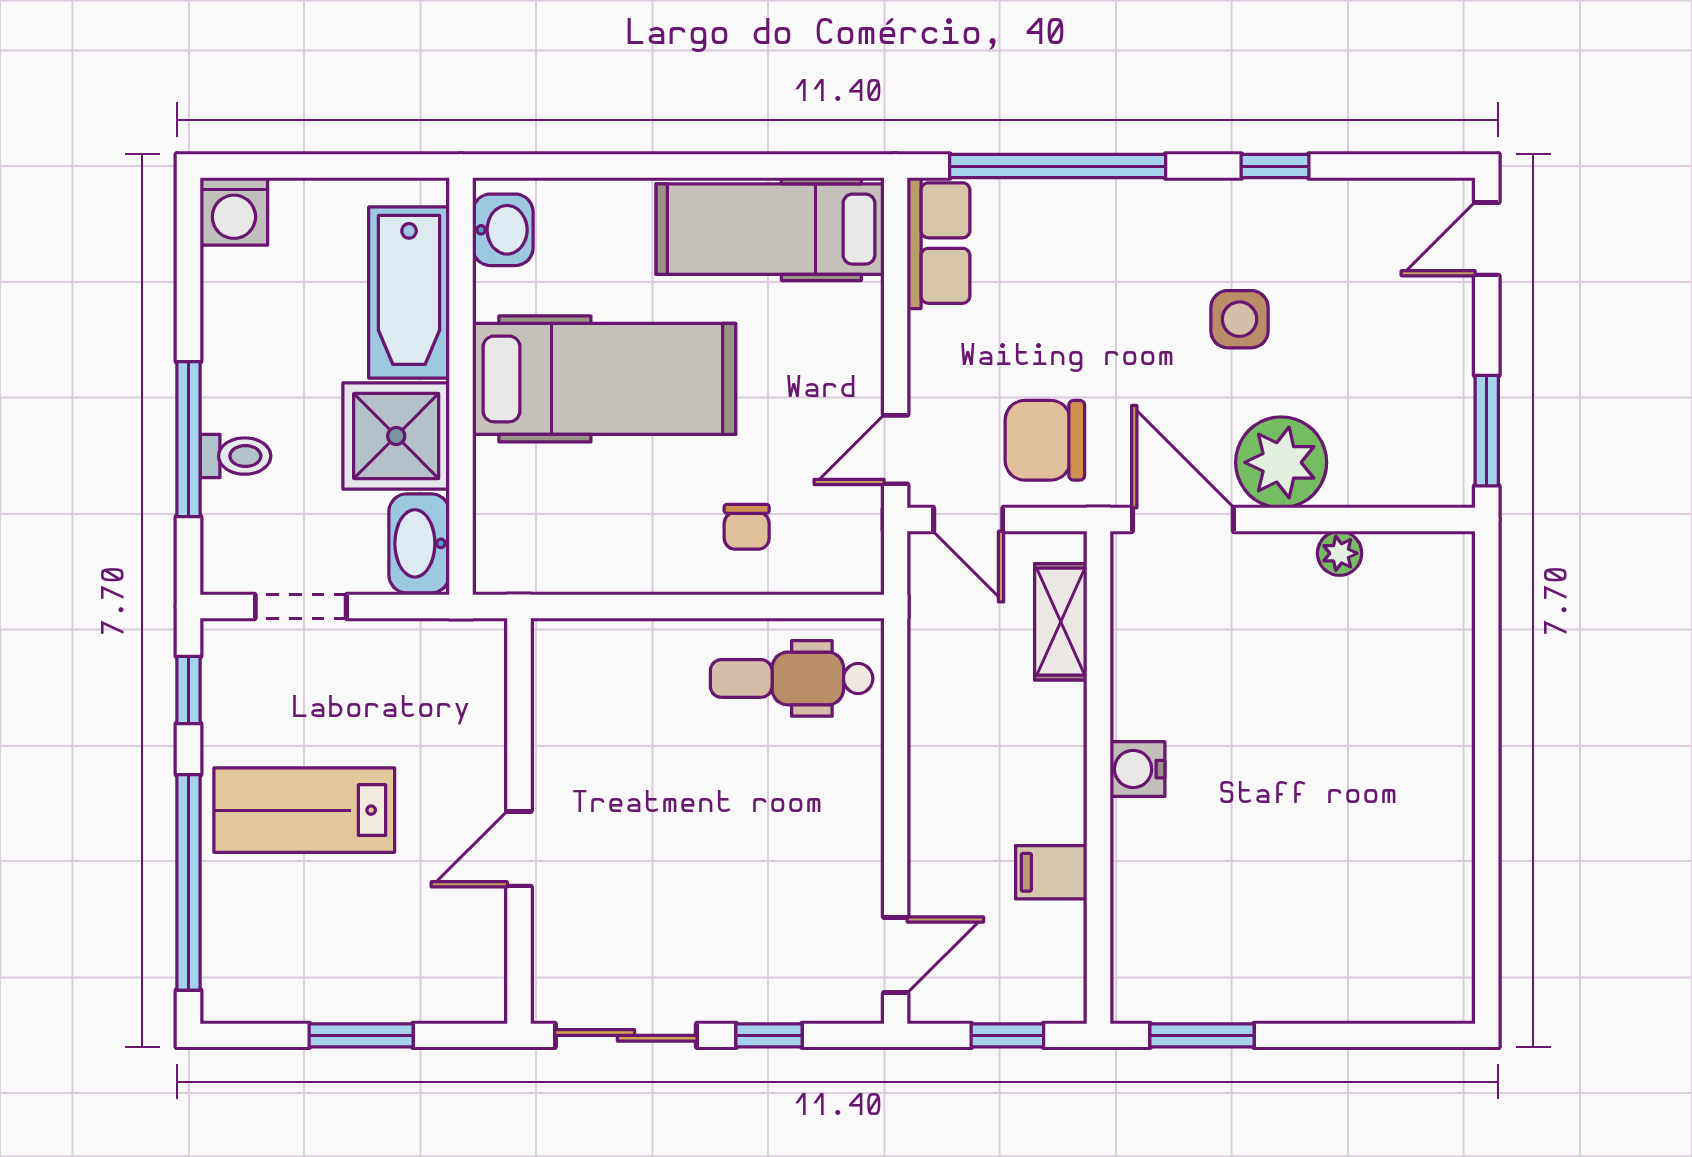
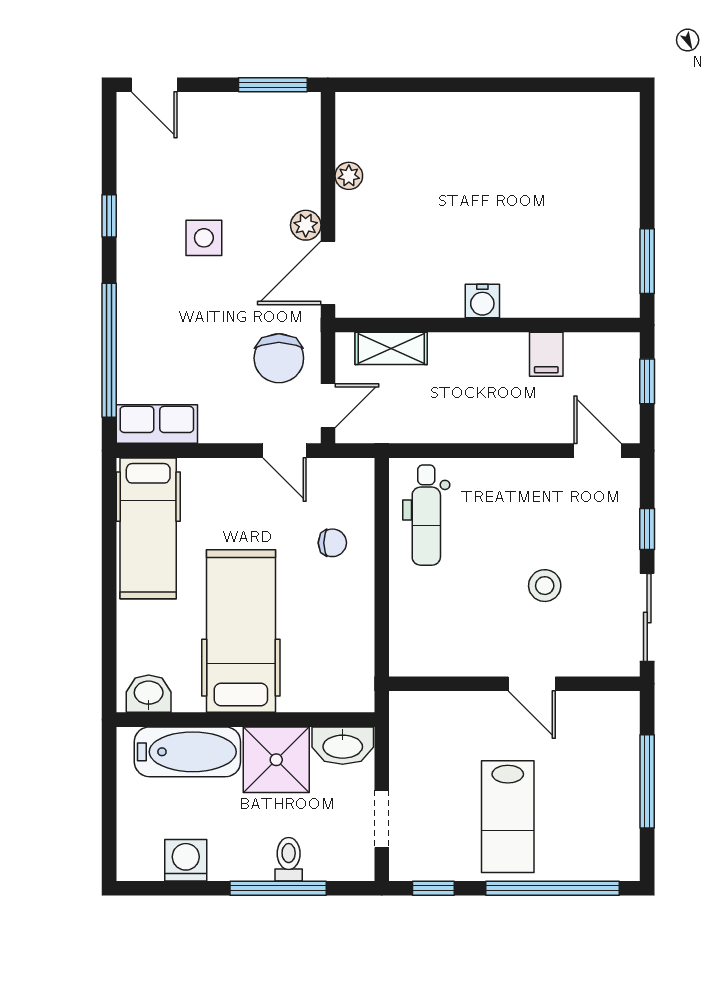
washing machine: (234, 211) -> (186, 860), moved, turned -90
plant: (1281, 462) -> (306, 225), width x0.53, depth x0.53
stool: (678, 870) -> (545, 586), added
window: (361, 1035) -> (647, 781), width x1.44

